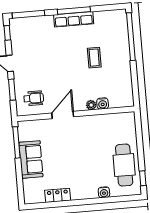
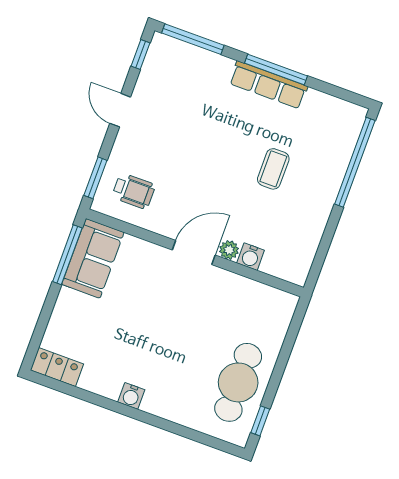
window: (12, 90) -> (95, 178), moved
door: (63, 115) -> (194, 252), moved
sofa: (31, 159) -> (93, 258), moved
water cooler: (104, 192) -> (131, 396), moved
locker: (58, 195) -> (57, 367), moved

